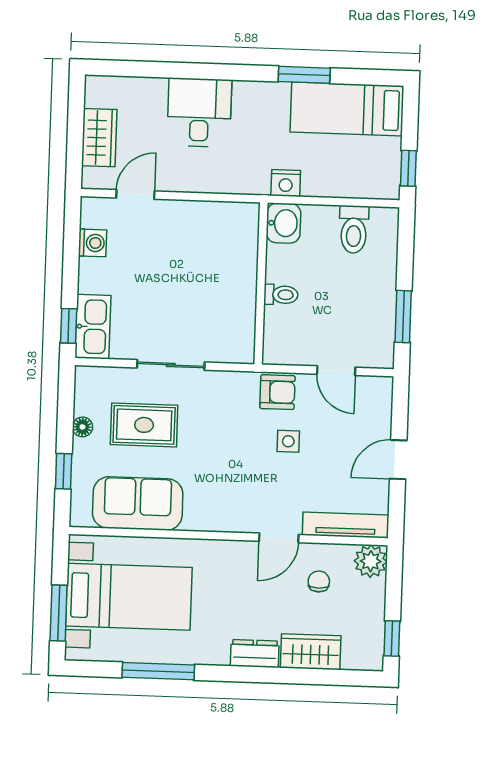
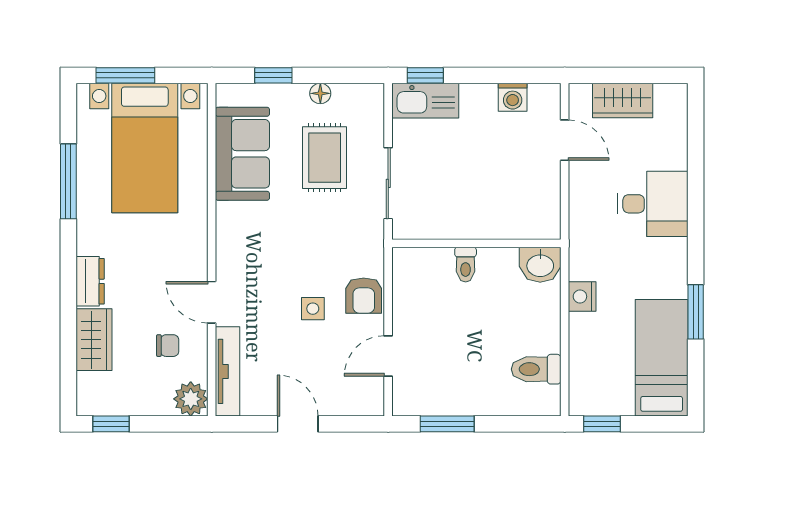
washbasin: (283, 223) -> (540, 265), moved
wall: (261, 283) -> (476, 243), moved
toilet: (281, 295) -> (466, 265), moved

